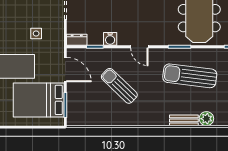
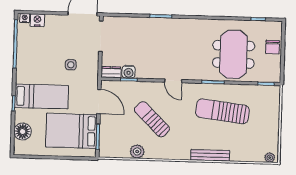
water cooler: (110, 39) -> (129, 72), moved
plant: (206, 119) -> (137, 151), moved
bench: (184, 120) -> (210, 155), width x1.36

